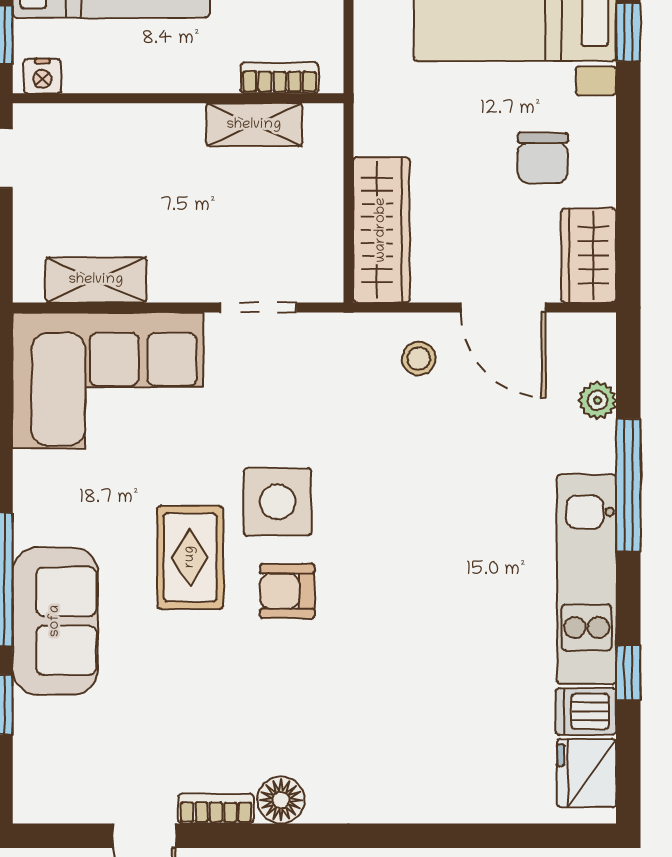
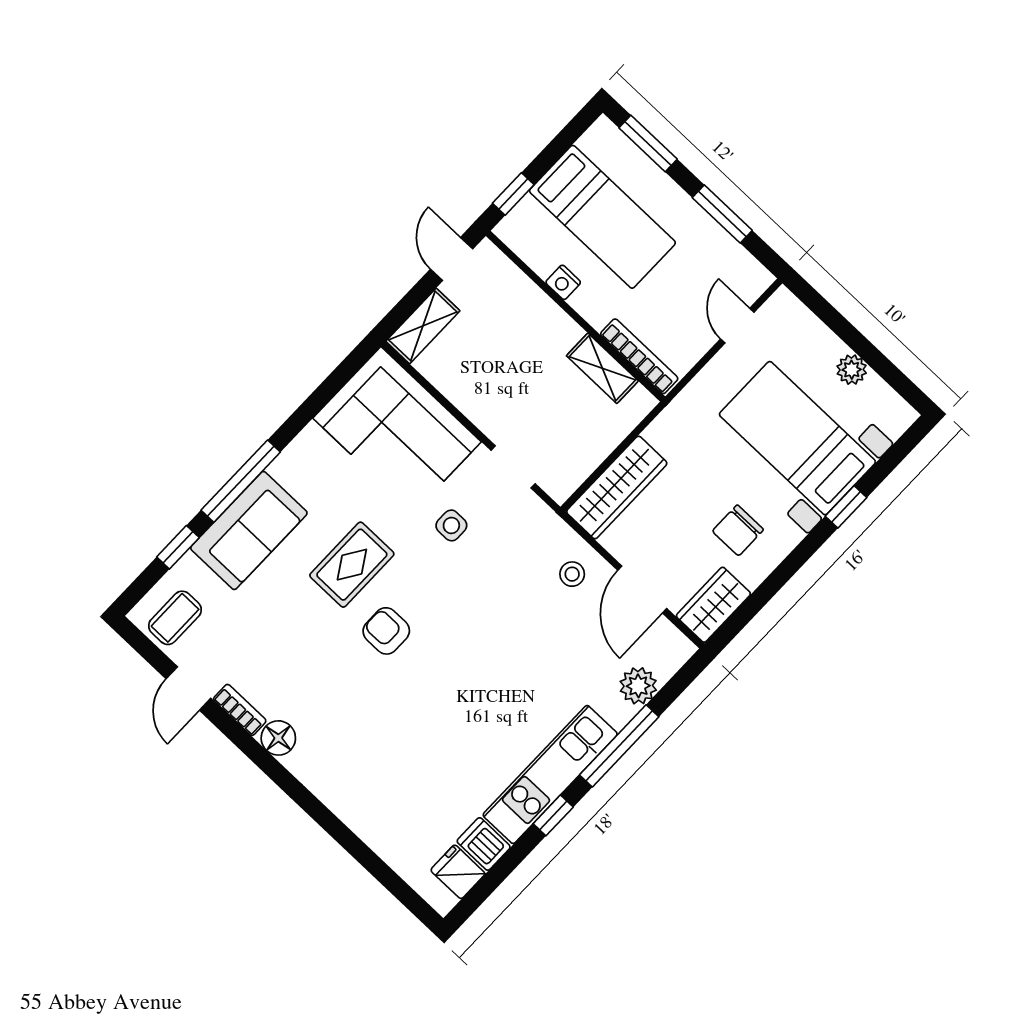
nightstand: (42, 76) -> (563, 282), moved
bookcase: (280, 78) -> (639, 356), width x1.56
shelving: (96, 280) -> (423, 326), moved, turned 90
plant: (598, 400) -> (638, 686), width x1.38, depth x1.38
side table: (277, 502) -> (451, 525), moved, width x0.54, depth x0.54
window: (628, 673) -> (553, 815), moved
fridge: (587, 773) -> (458, 872), width x0.72
coffee table: (64, 778) -> (175, 618), added

